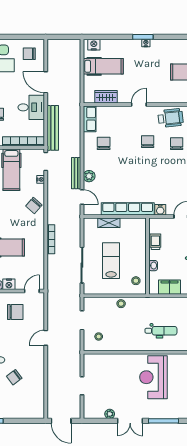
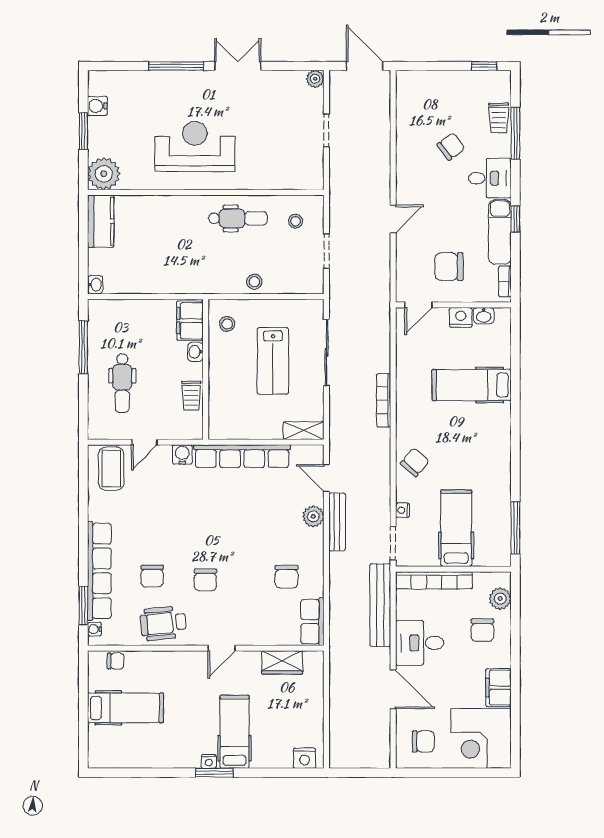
hospital bed: (103, 66) -> (234, 732), moved, turned 90
shelving: (109, 223) -> (304, 431), moved
filing cabinet: (170, 287) -> (190, 321), moved, turned 90
dental chair: (161, 331) -> (238, 218), moved, turned 180
reception desk: (153, 377) -> (195, 146), turned -90
plant: (110, 414) -> (315, 79), moved

